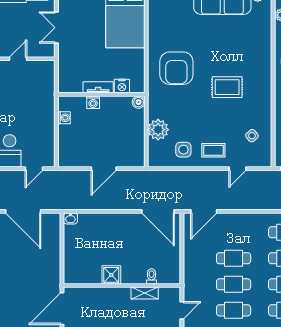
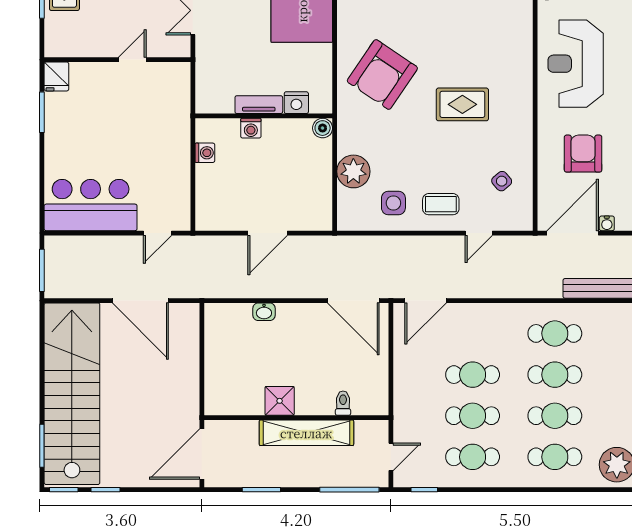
armchair: (176, 68) -> (382, 74), turned 34
washbasin: (70, 218) -> (264, 312), moved
shelving: (145, 293) -> (306, 433), width x2.20, depth x1.33

